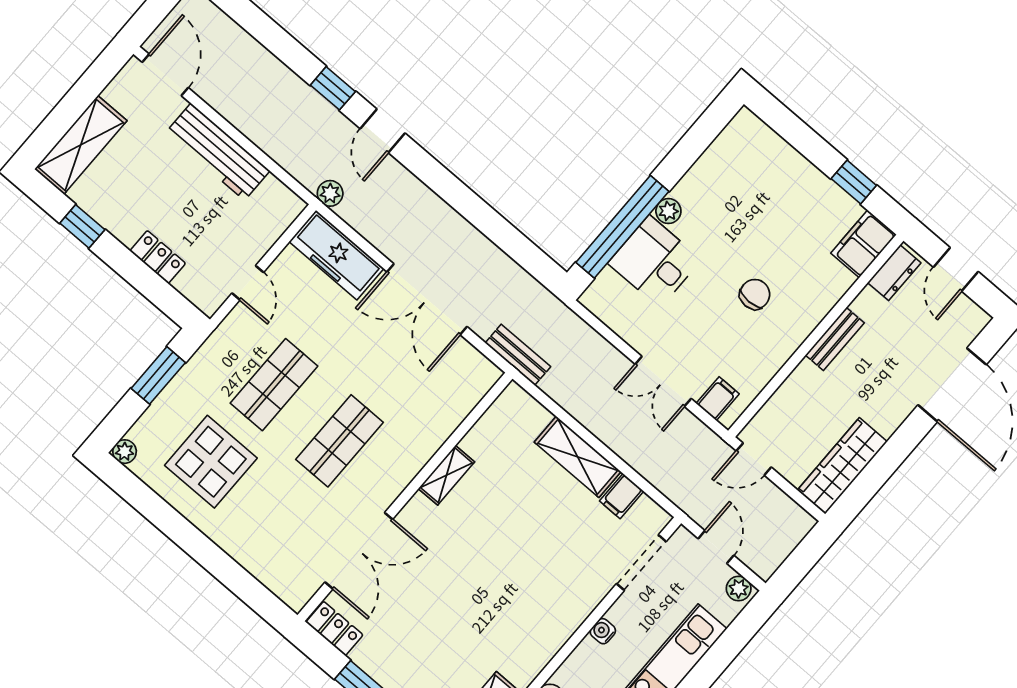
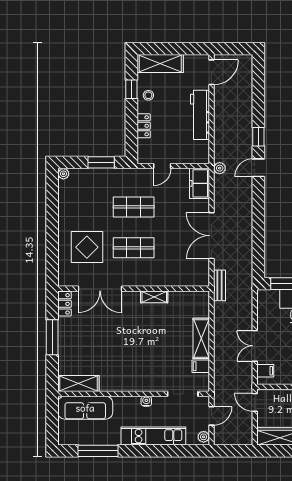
stool: (115, 208) -> (148, 95), added
freezer: (336, 255) -> (199, 183), width x0.71
display table: (211, 462) -> (87, 247), moved

